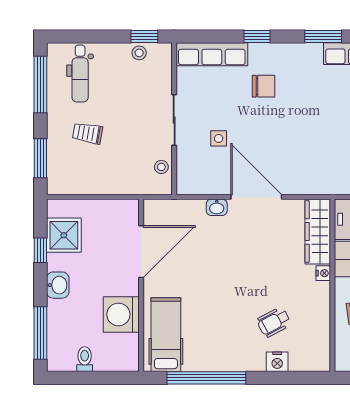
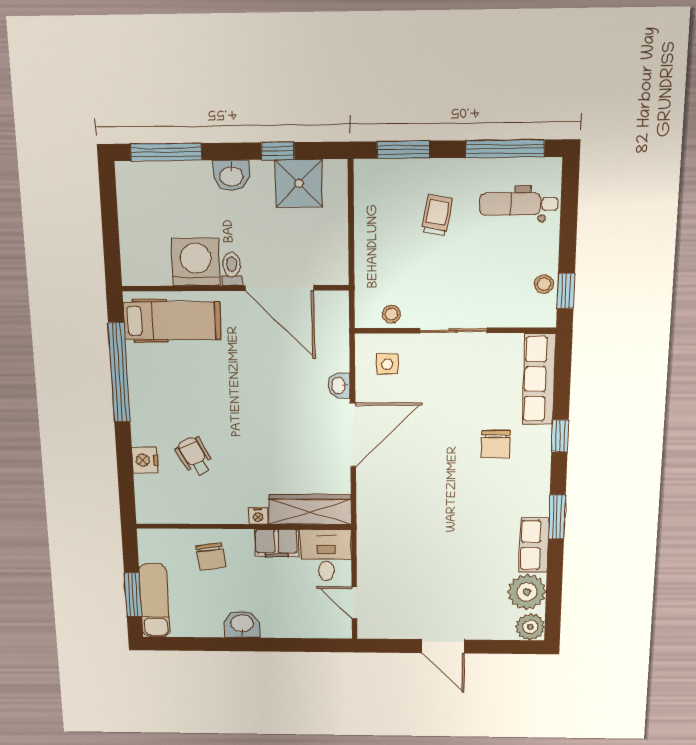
side table: (219, 138) -> (387, 364), moved
toilet: (85, 359) -> (232, 269), moved, turned -90

